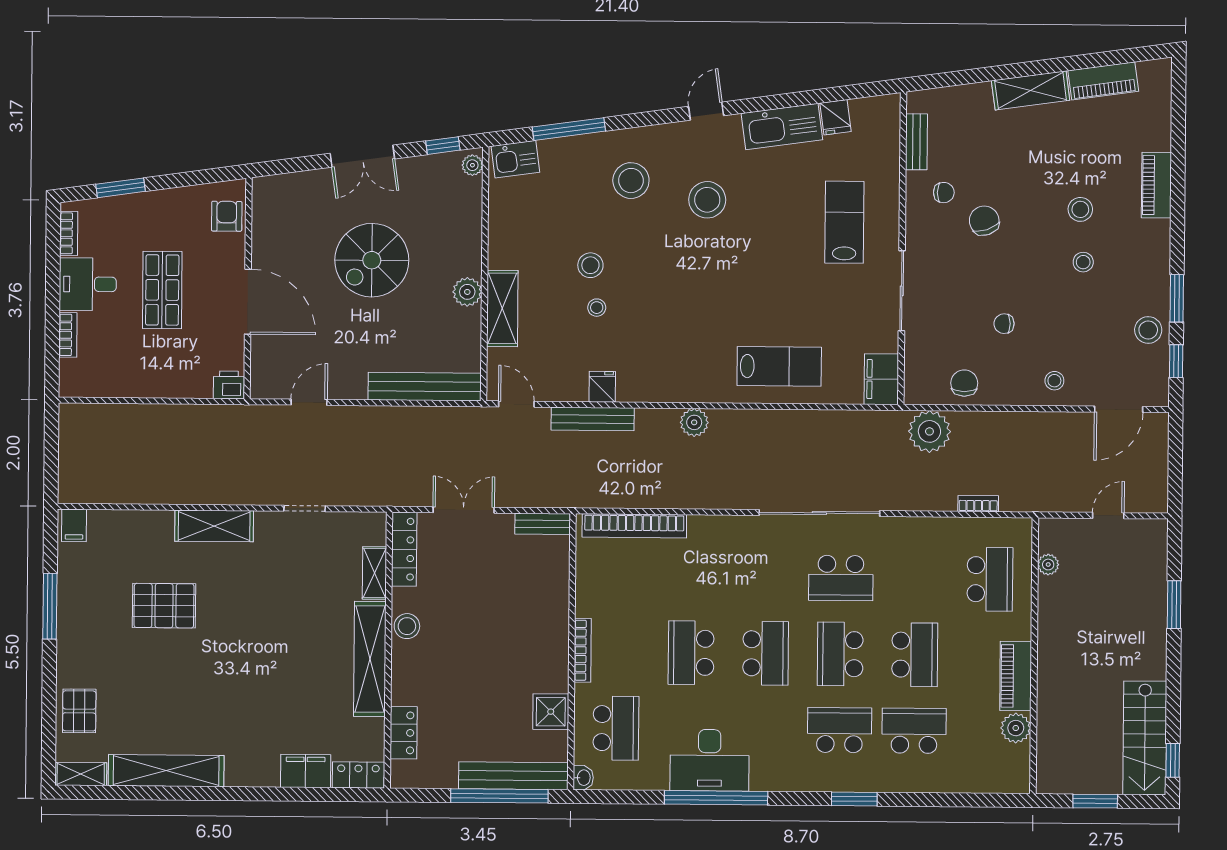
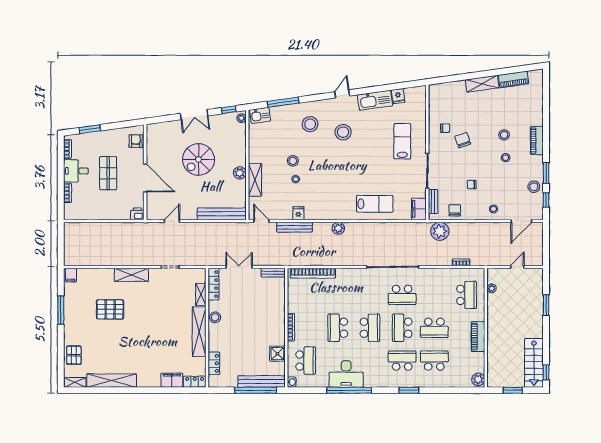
bench: (916, 142) -> (433, 202), moved
piano: (1156, 185) -> (537, 141), moved
school desk: (915, 655) -> (434, 328), turned 90
plant: (1016, 728) -> (478, 379), moved

